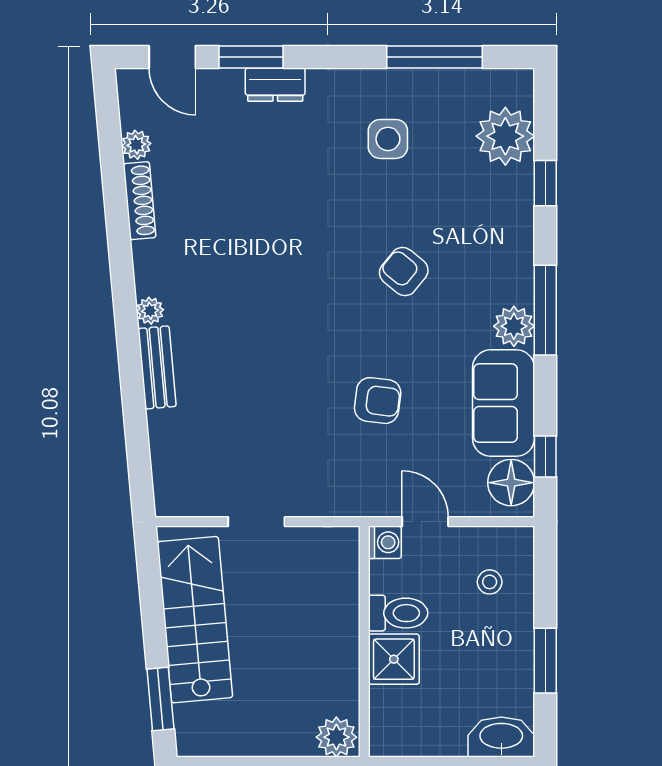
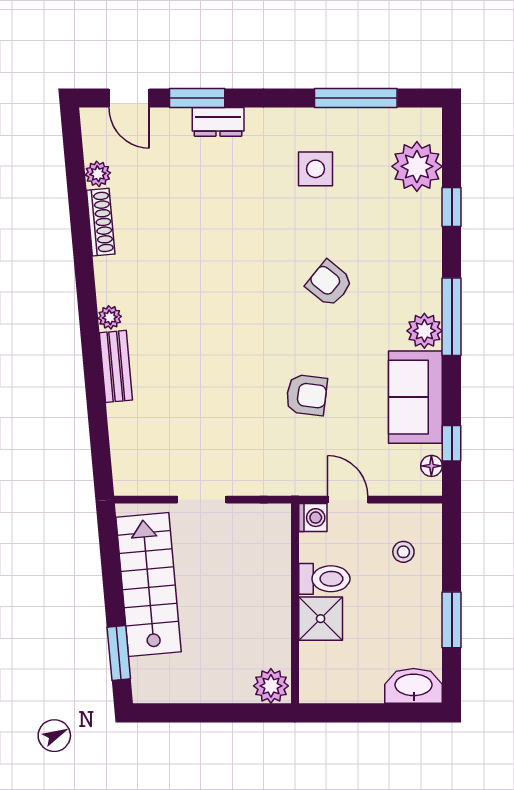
floor lamp: (511, 483) -> (431, 466), width x0.53, depth x0.53

